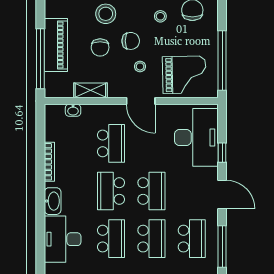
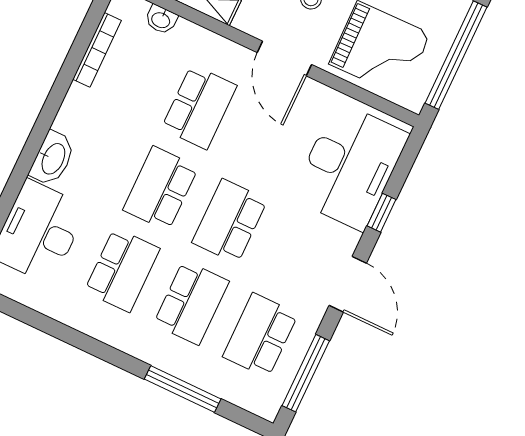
bookcase: (49, 162) -> (97, 50), moved
school desk: (151, 191) -> (230, 221), turned 180
school desk: (192, 239) -> (260, 335), turned 180

